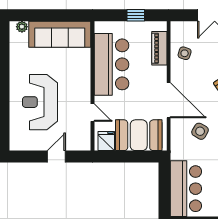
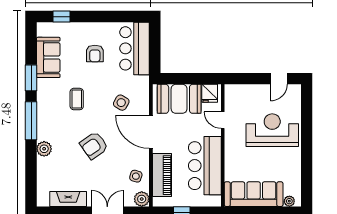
plant: (178, 29) -> (142, 199), added
piano: (159, 48) -> (162, 175), width x1.37, depth x1.33
reception desk: (40, 102) -> (272, 130), turned -90
door: (56, 157) -> (279, 79), moved

